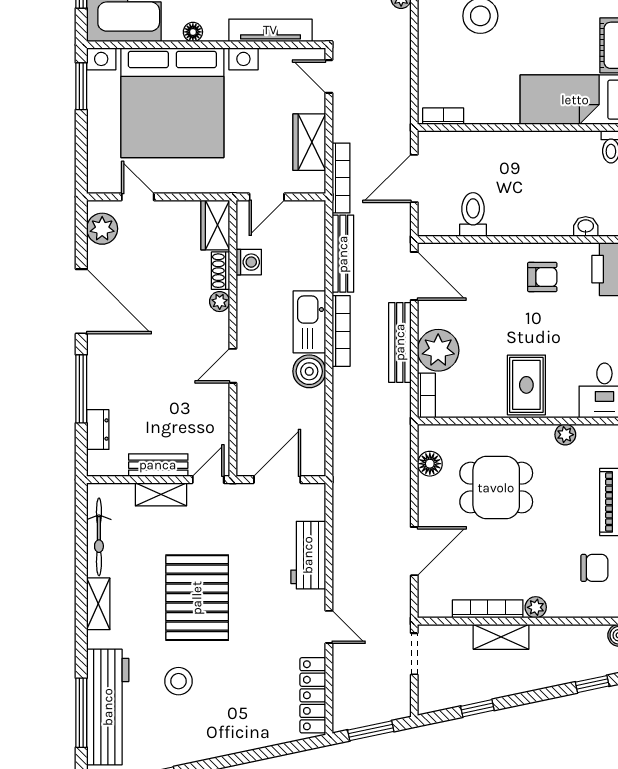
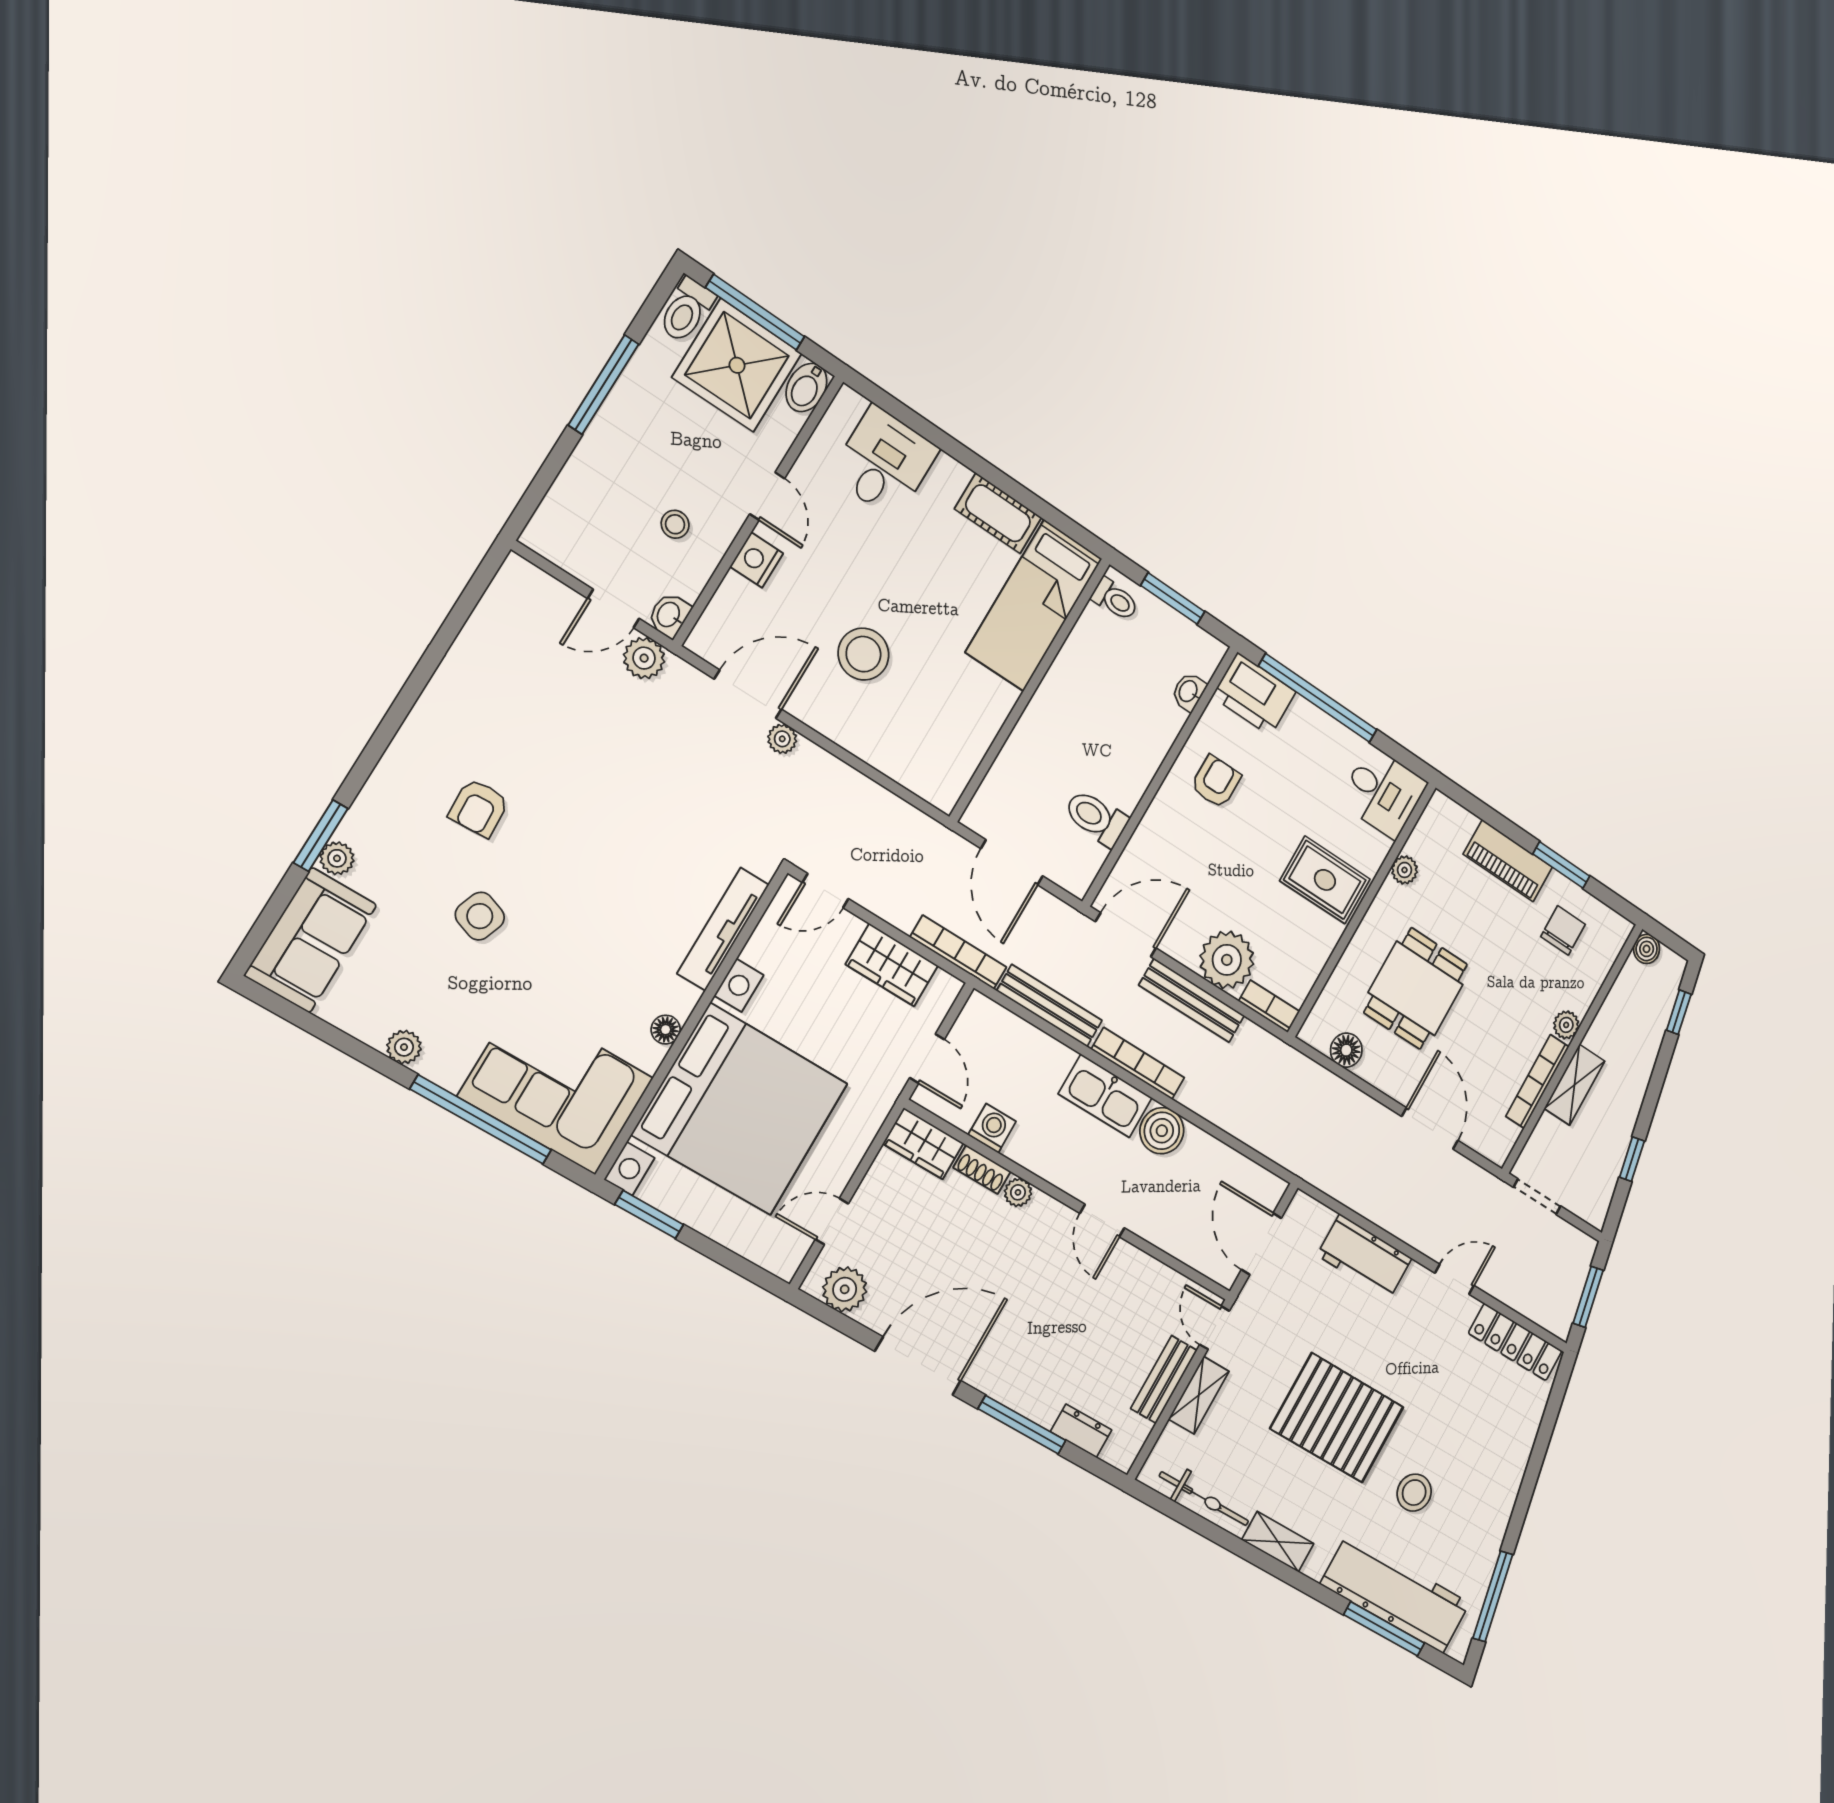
bookcase: (443, 116) -> (958, 779), removed

